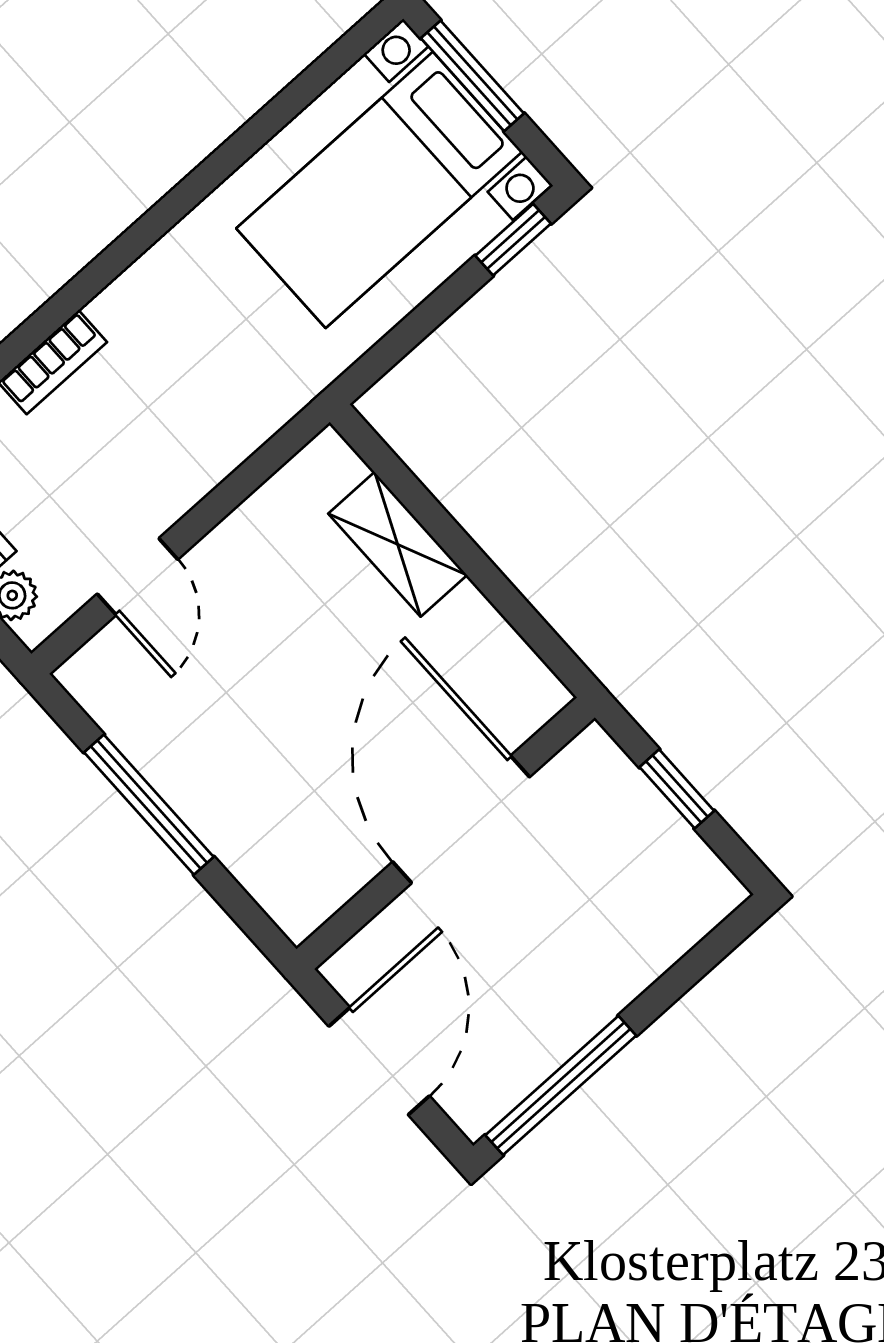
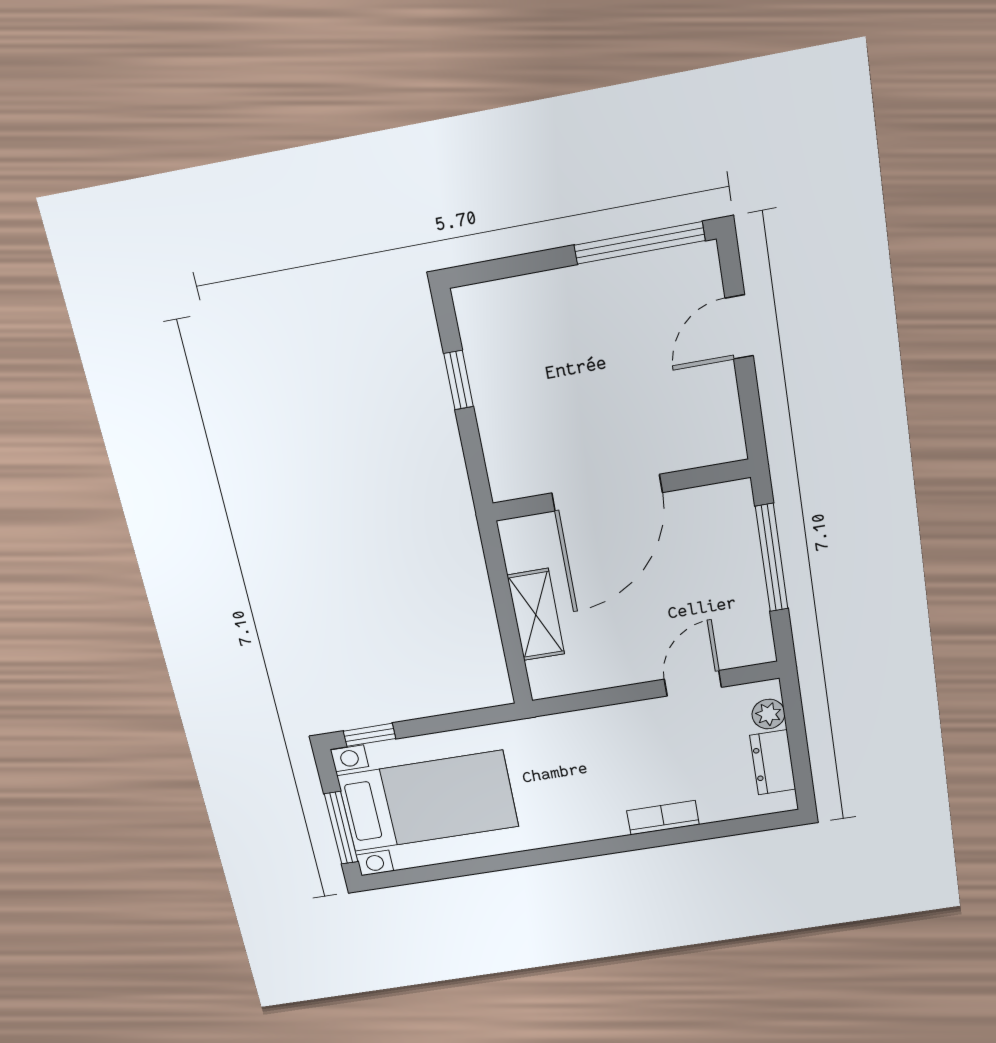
door: (461, 819) -> (607, 493), moved
wall: (446, 833) -> (621, 490), moved
door: (379, 1061) -> (739, 327), width x0.73

